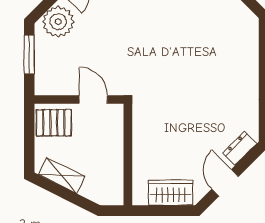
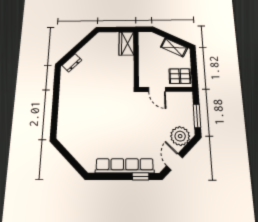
door: (225, 183) -> (81, 44), removed
wardrobe: (171, 193) -> (126, 44), moved, turned 90

